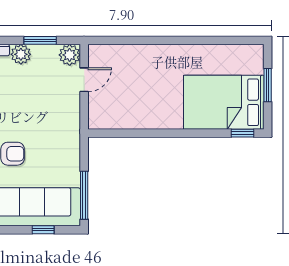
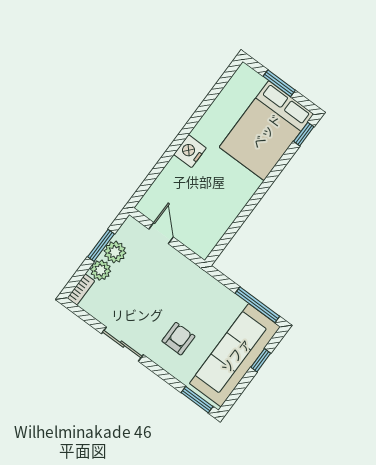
plant: (70, 55) -> (115, 252), moved
nightstand: (164, 55) -> (190, 151), added

